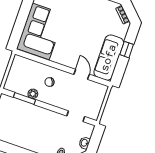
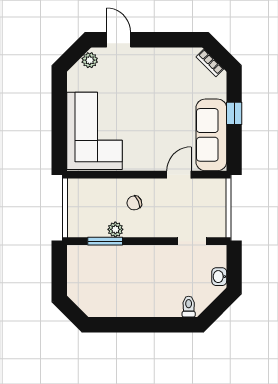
door: (82, 74) -> (179, 175), hinge flipped

